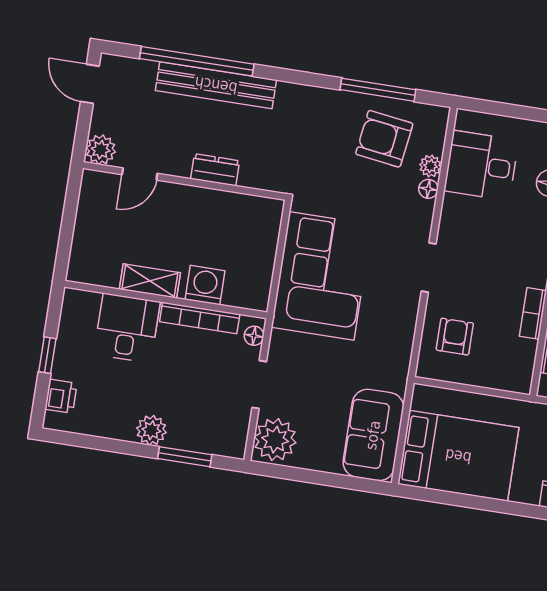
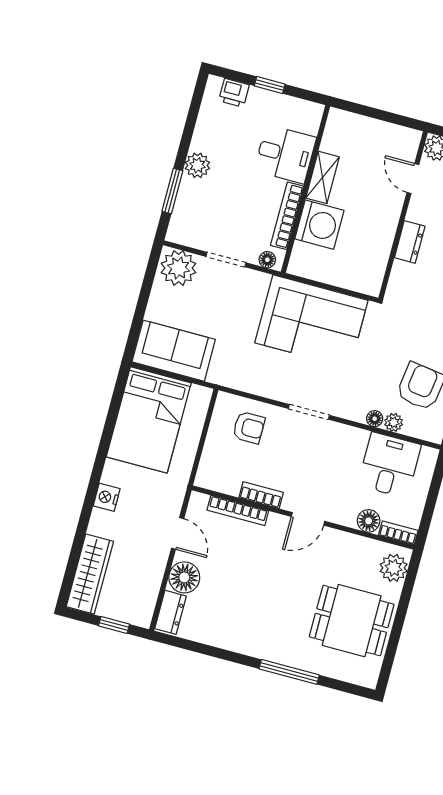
washing machine: (205, 285) -> (319, 225), width x1.37, depth x1.37

